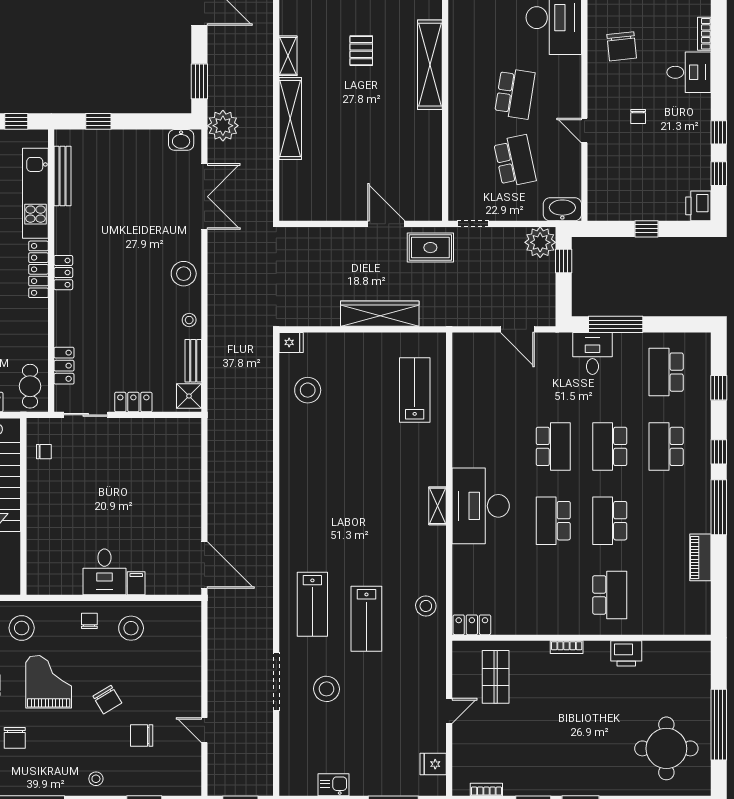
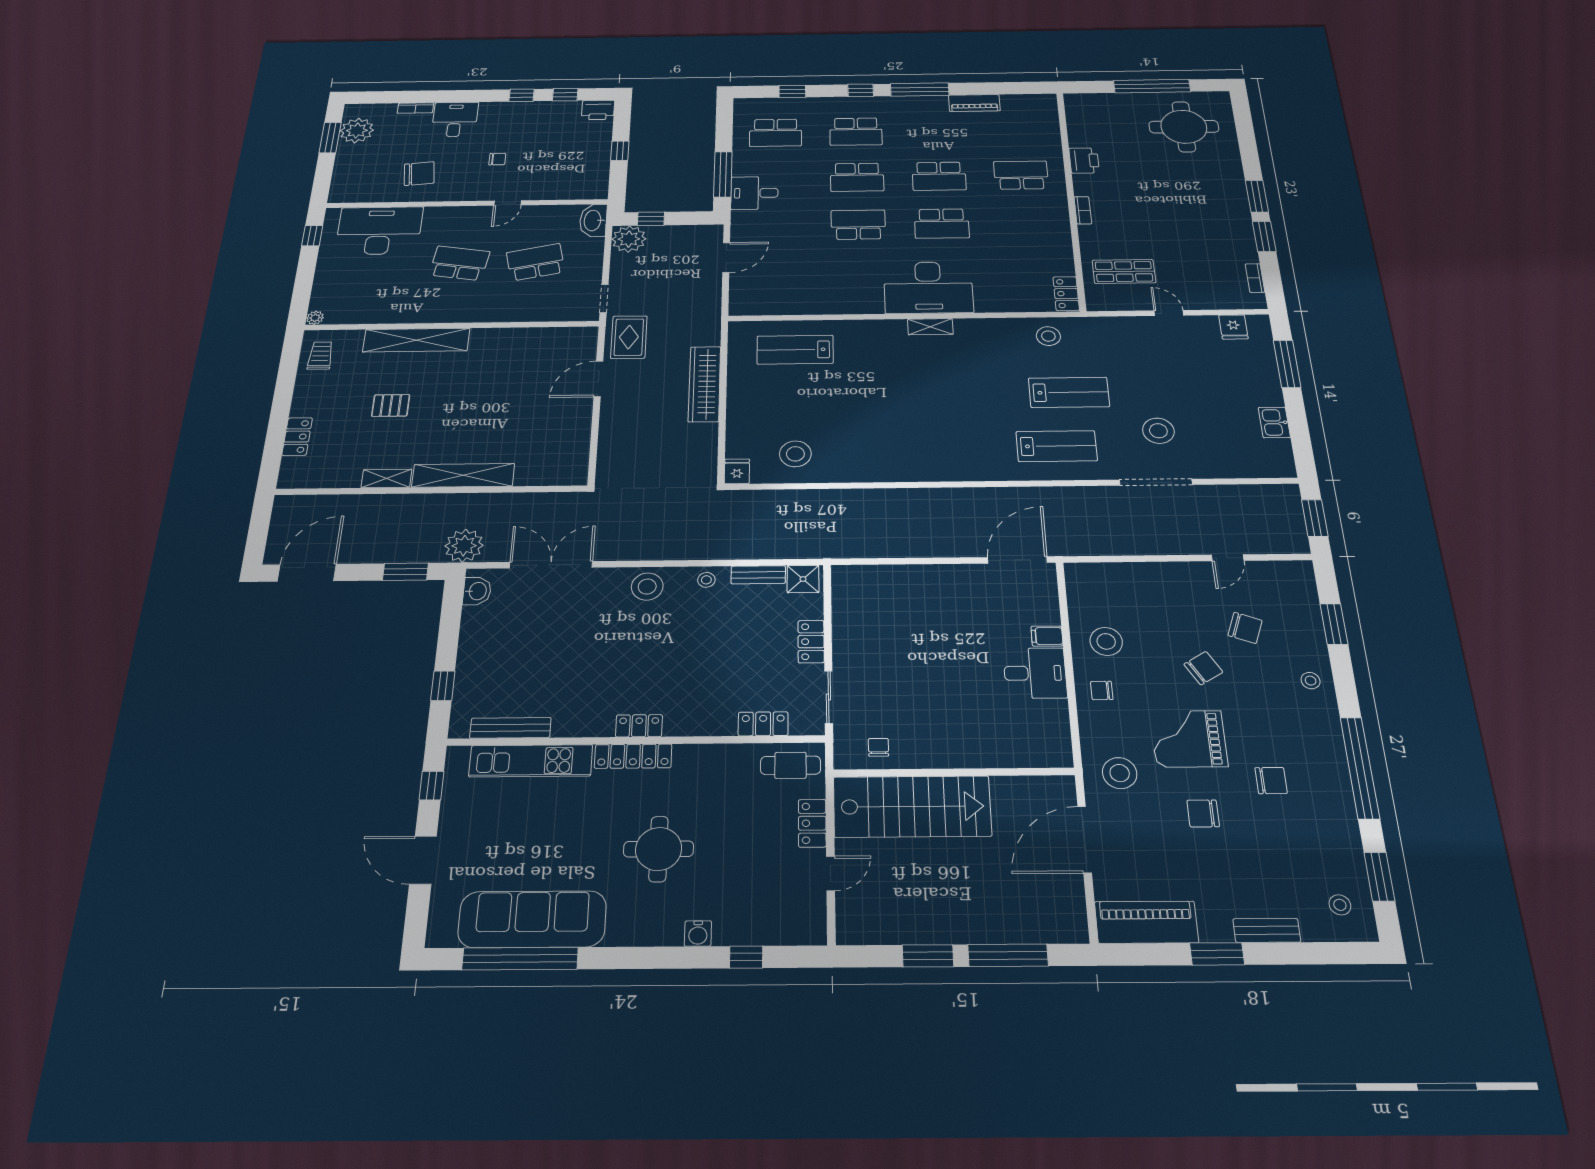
chair: (142, 736) -> (1245, 628), turned -70

